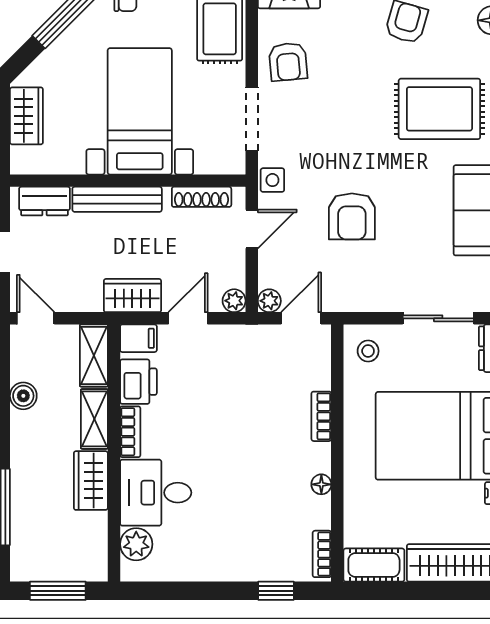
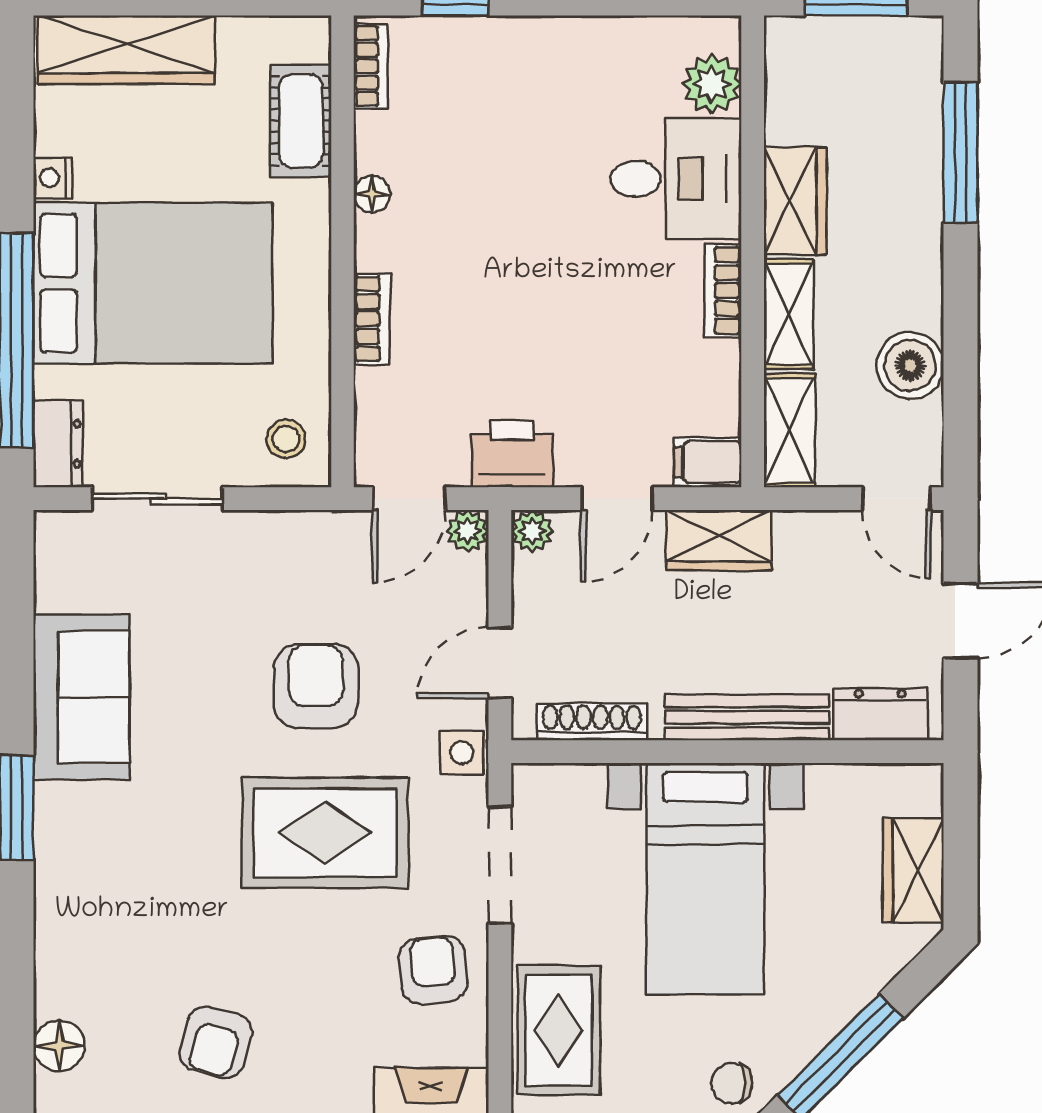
rug: (439, 109) -> (325, 833), moved
printer: (138, 382) -> (512, 454), moved, turned 90
boiler: (23, 396) -> (910, 365), width x1.36, depth x1.36
cot: (374, 565) -> (301, 121), moved, turned 90

